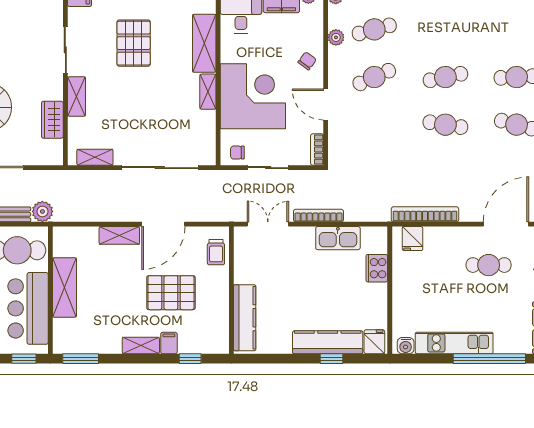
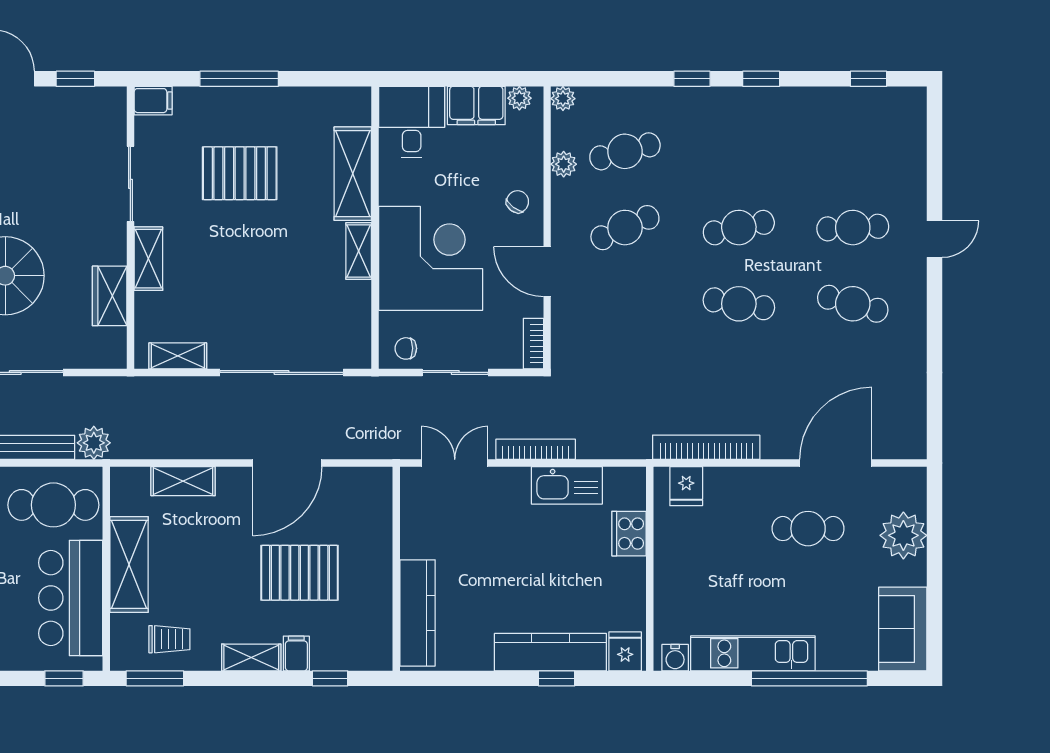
pallet: (134, 43) -> (240, 173), turned 90
shelving: (119, 235) -> (183, 481), moved
trolley: (216, 252) -> (169, 639), moved, turned -90

